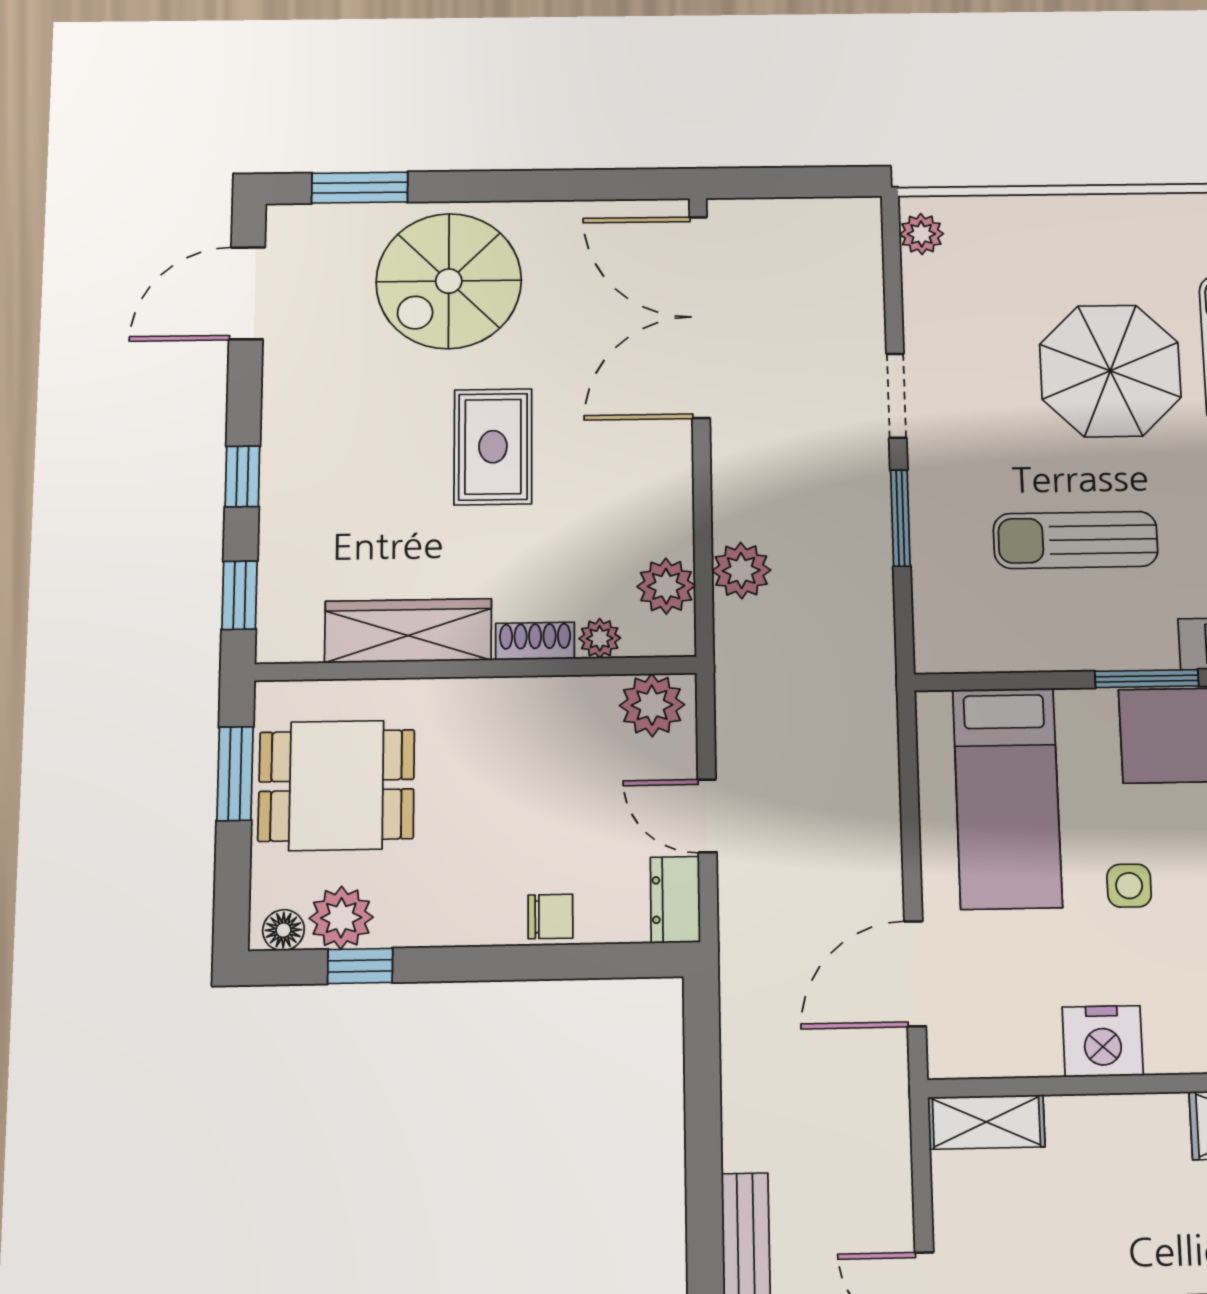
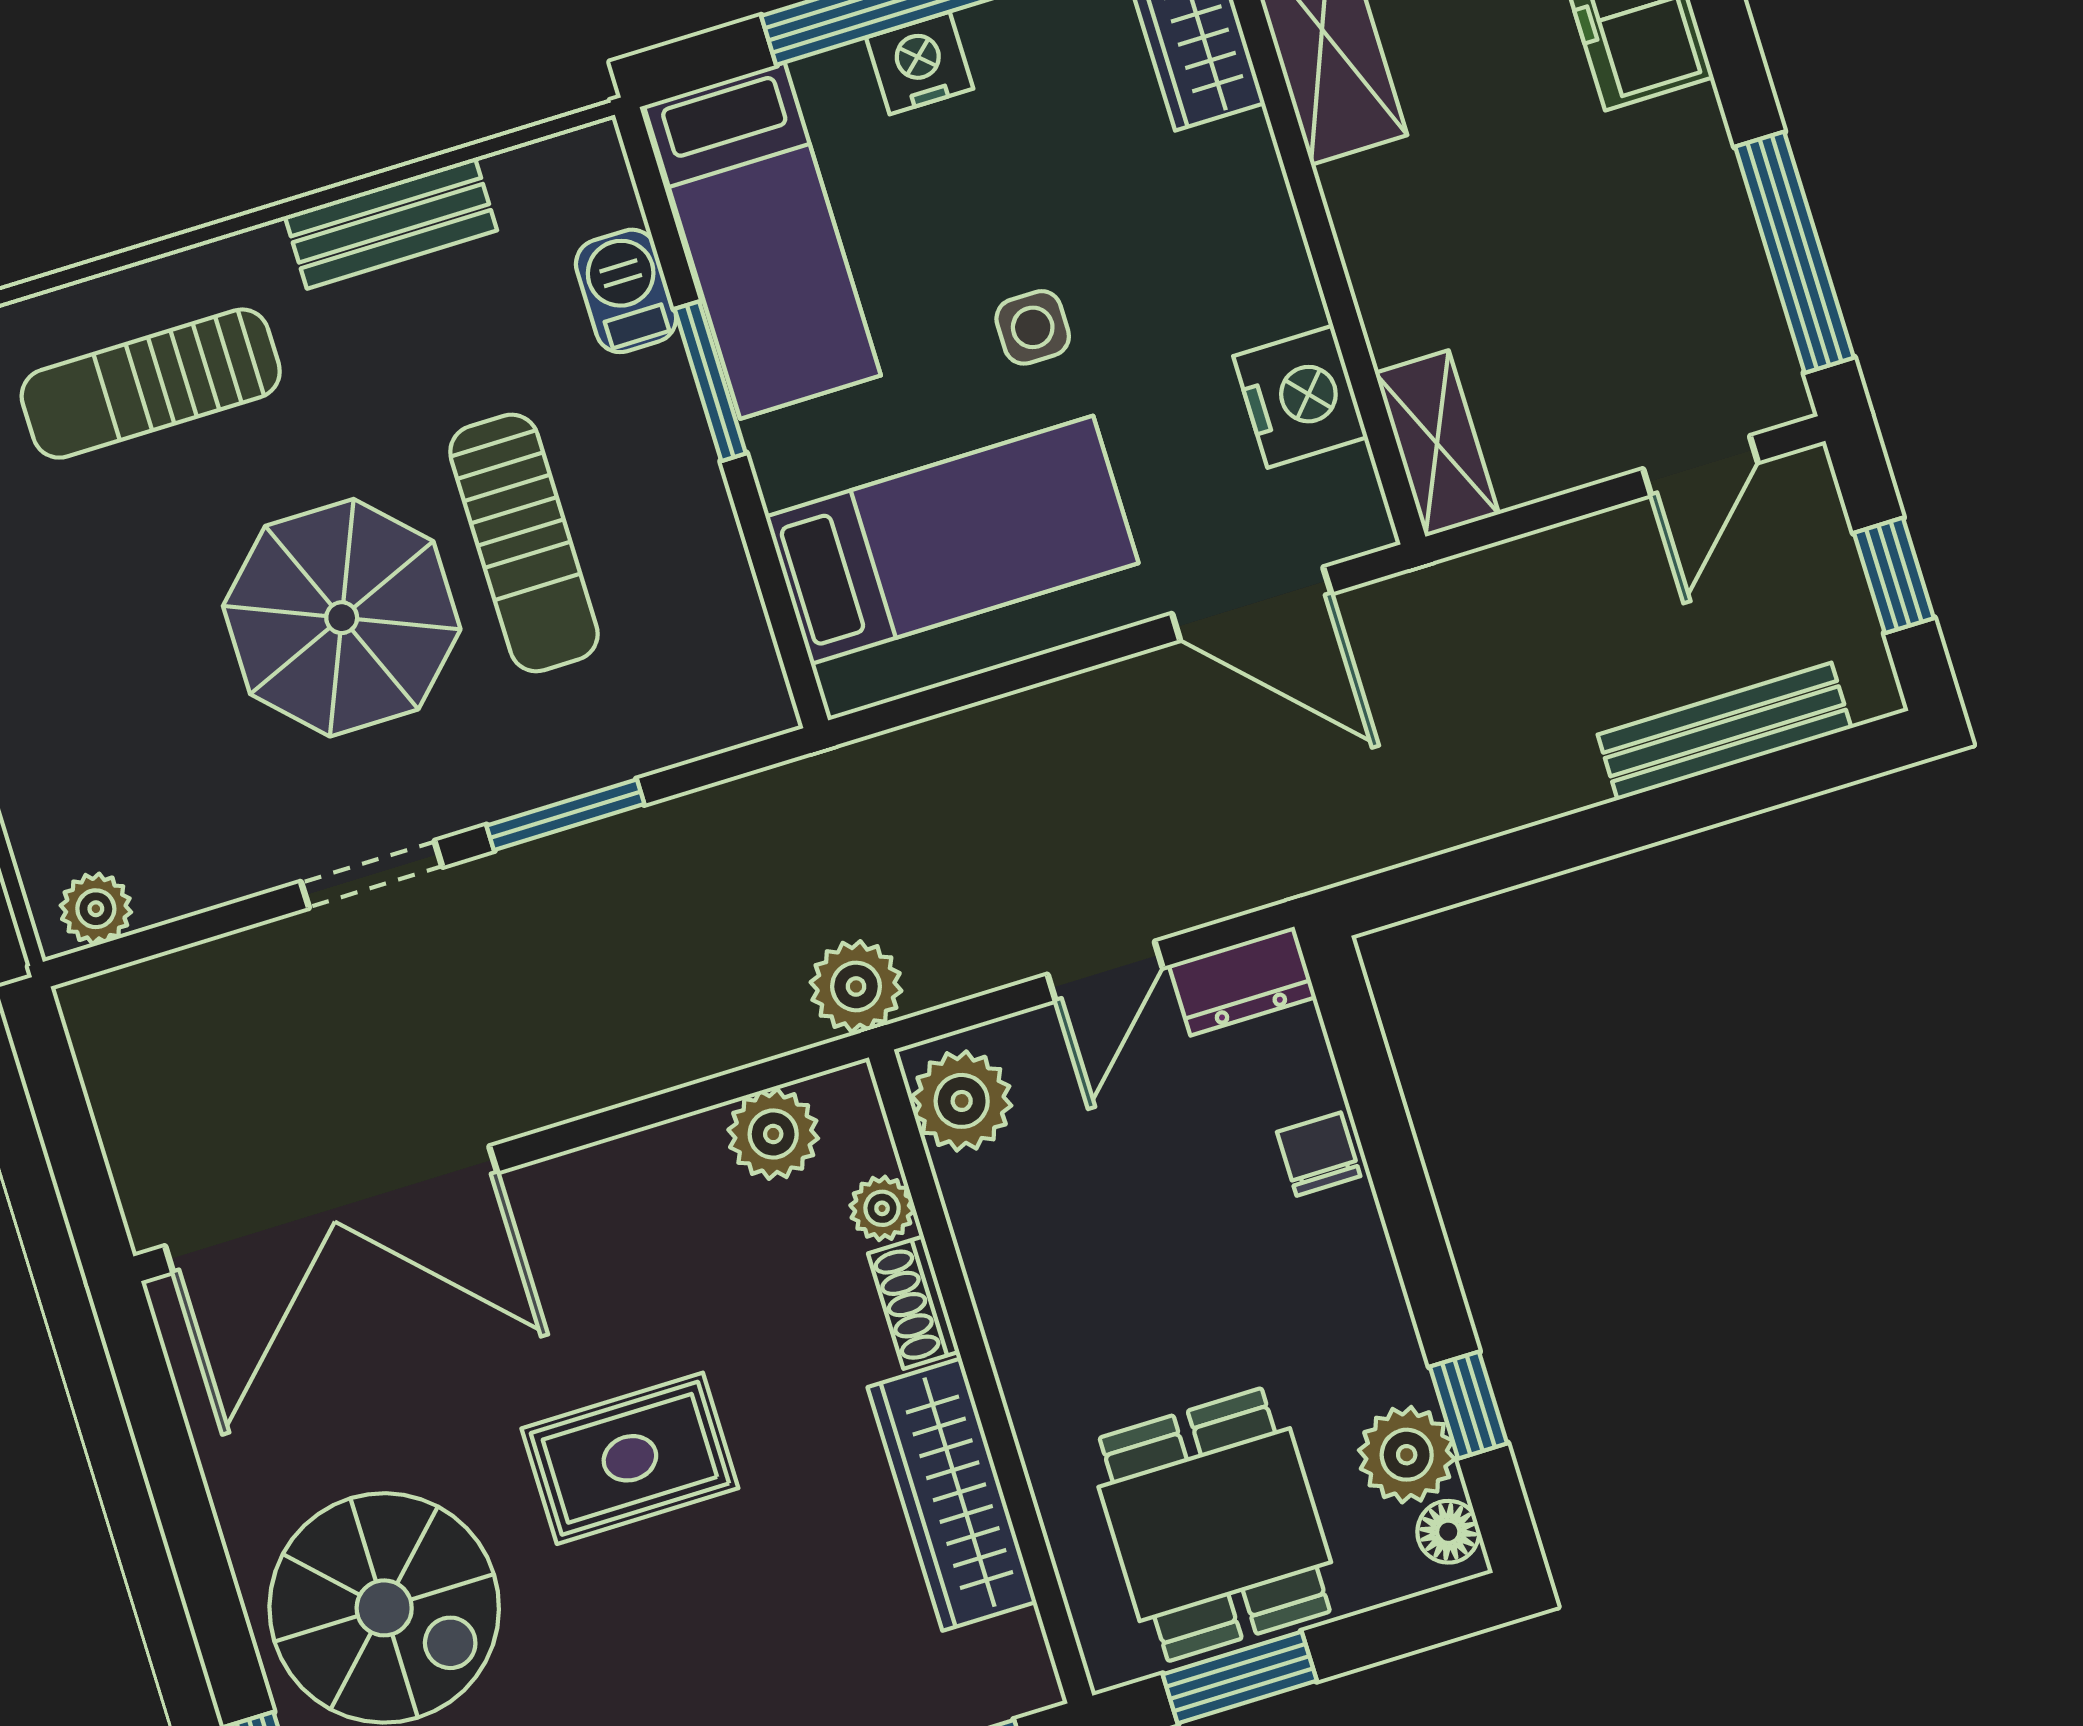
parasol: (1110, 371) -> (342, 618), moved
plant: (741, 571) -> (856, 986), moved
nightstand: (1103, 1041) -> (1300, 397), moved

